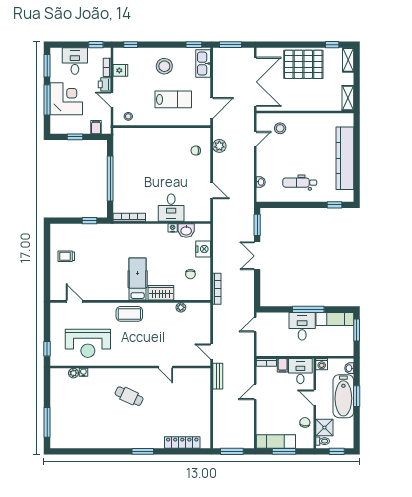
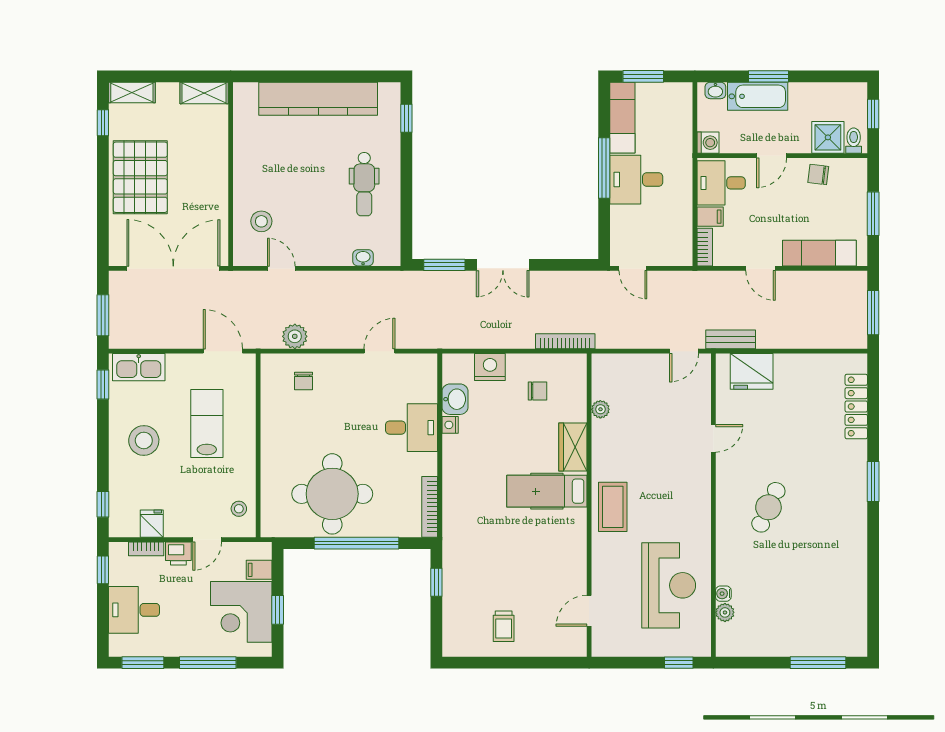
corner desk: (66, 99) -> (241, 612), moved, turned -90
round table: (136, 166) -> (332, 494), added
fridge: (201, 387) -> (752, 371), added
bathtub: (343, 396) -> (758, 96), width x0.73, depth x0.73
exam couch: (276, 442) -> (819, 253), moved, turned 90

